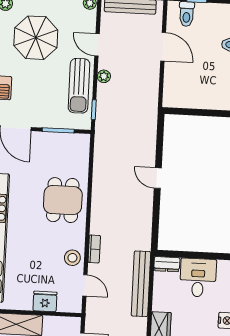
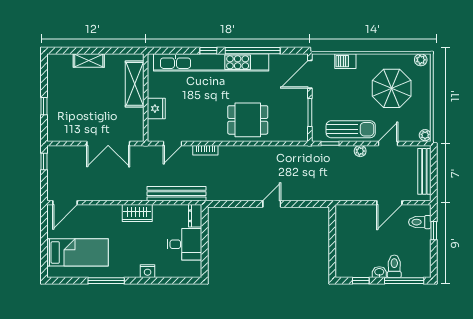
sun lounger: (79, 86) -> (351, 129), turned 180
stool: (72, 258) -> (197, 131), removed

